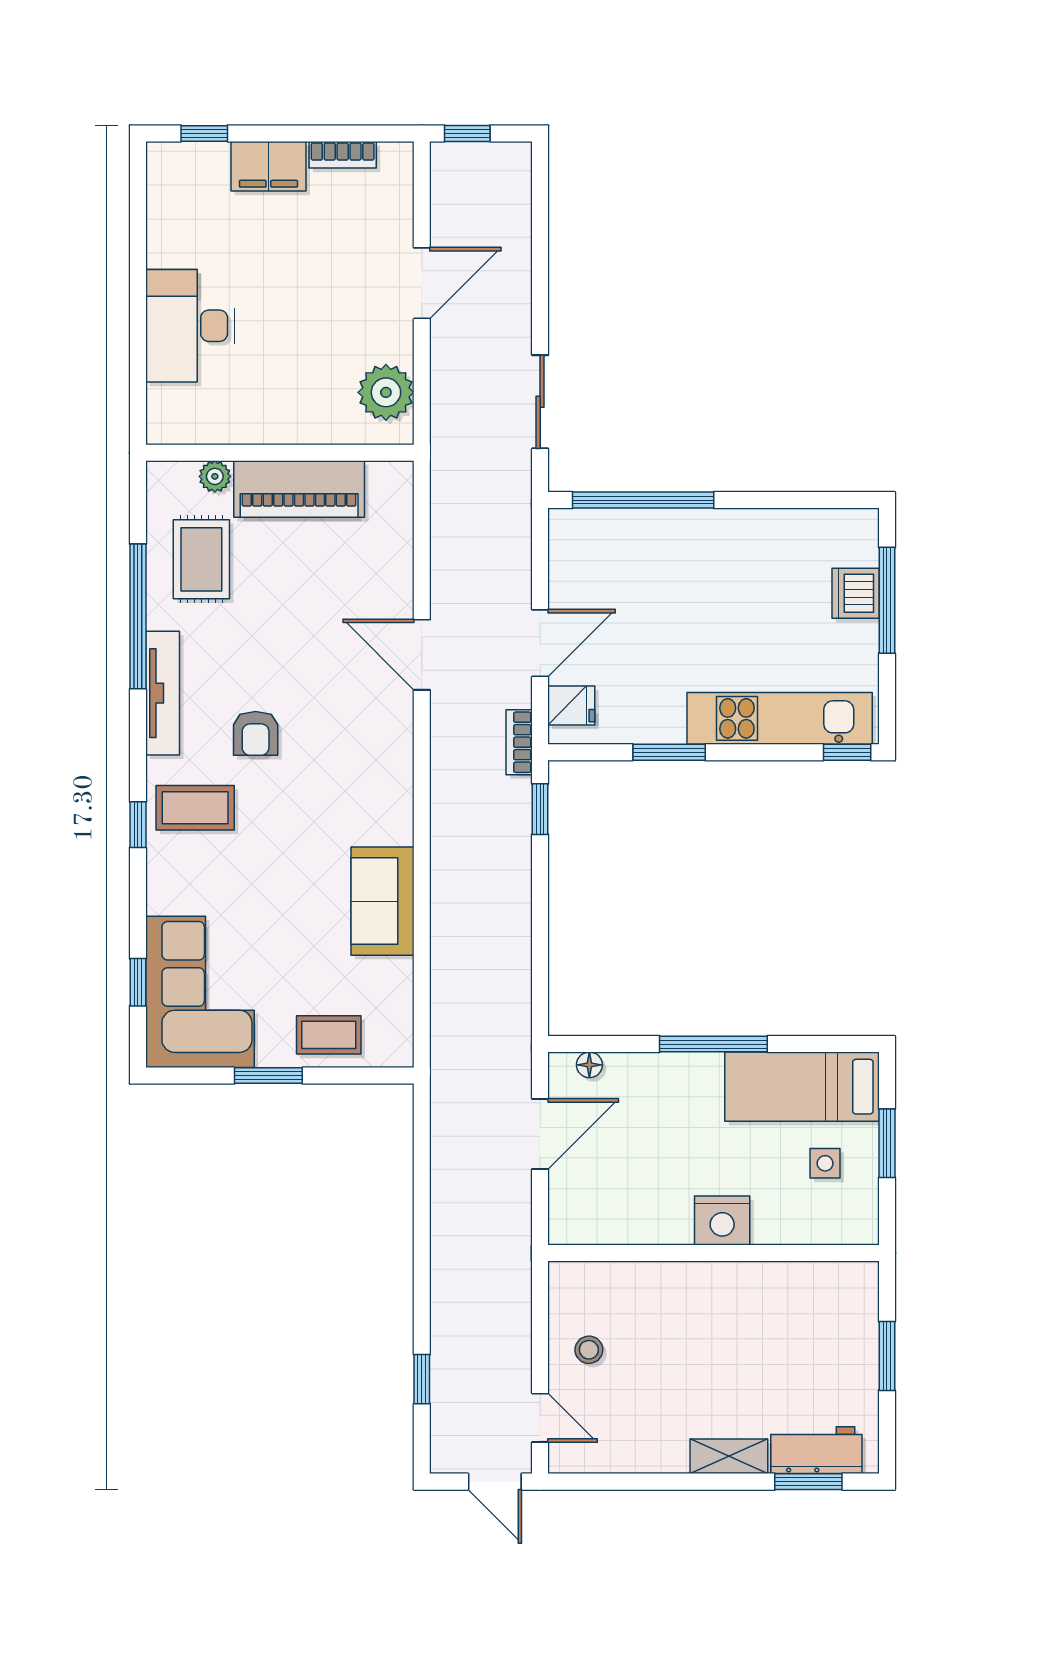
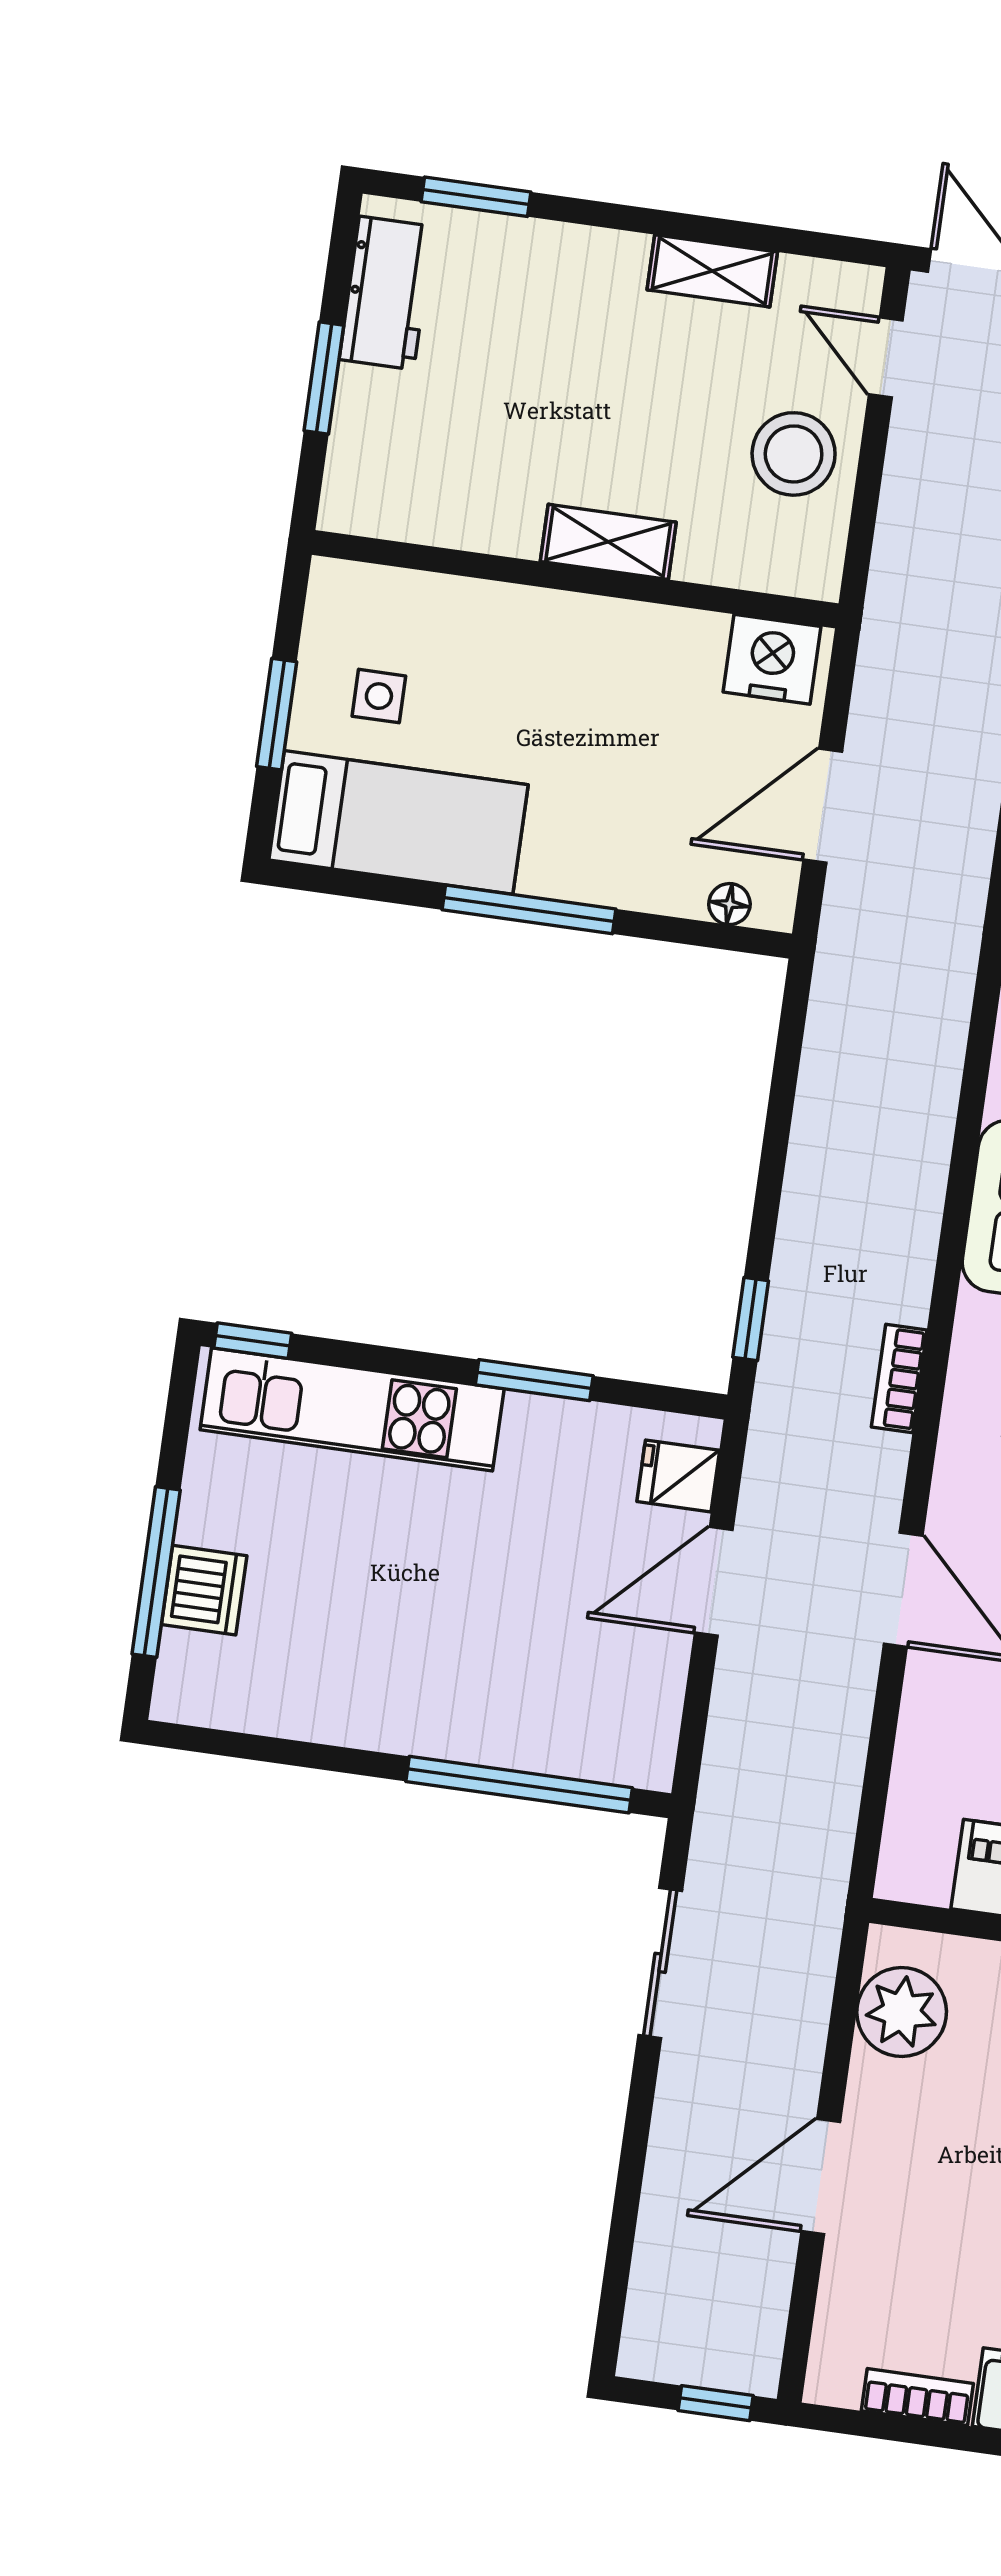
bookcase: (519, 742) -> (899, 1378), moved, turned 180
nightstand: (722, 1220) -> (772, 659), moved
shelving: (696, 1279) -> (608, 542), added
stool: (589, 1350) -> (794, 454), width x1.89, depth x1.89
workbench: (816, 1450) -> (386, 293), moved, turned -90
shelving: (729, 1456) -> (712, 271), moved

